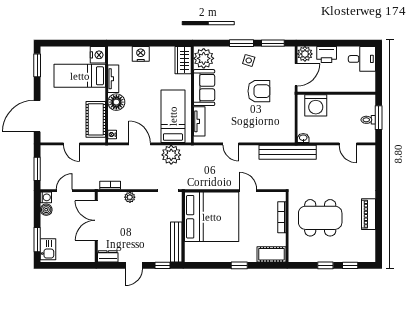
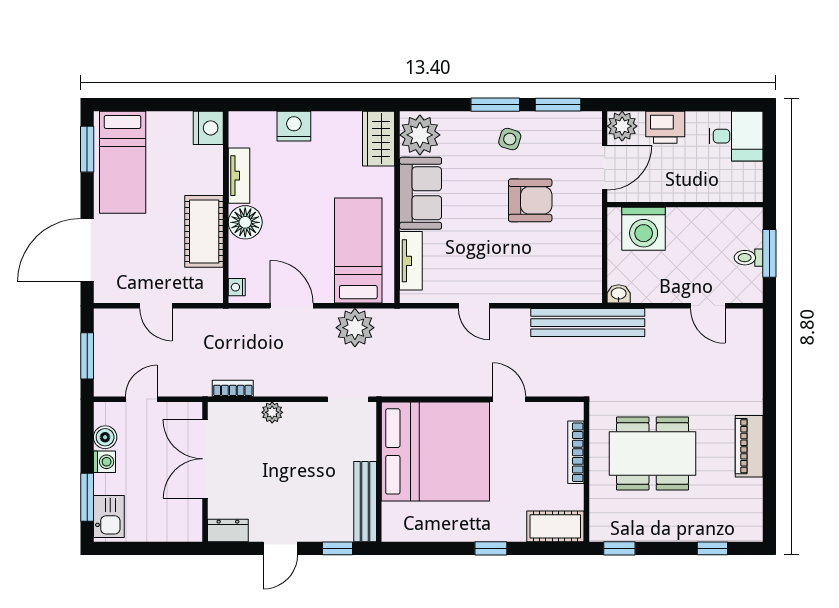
bed: (80, 76) -> (123, 162), moved, turned -90
cot: (96, 119) -> (204, 231), moved
washing machine: (46, 197) -> (104, 462), moved
window: (325, 265) -> (619, 548), moved

